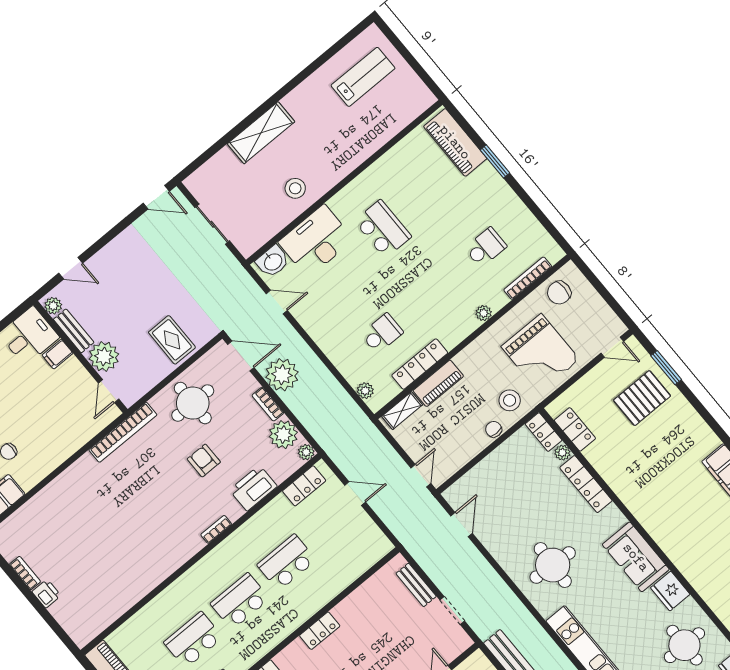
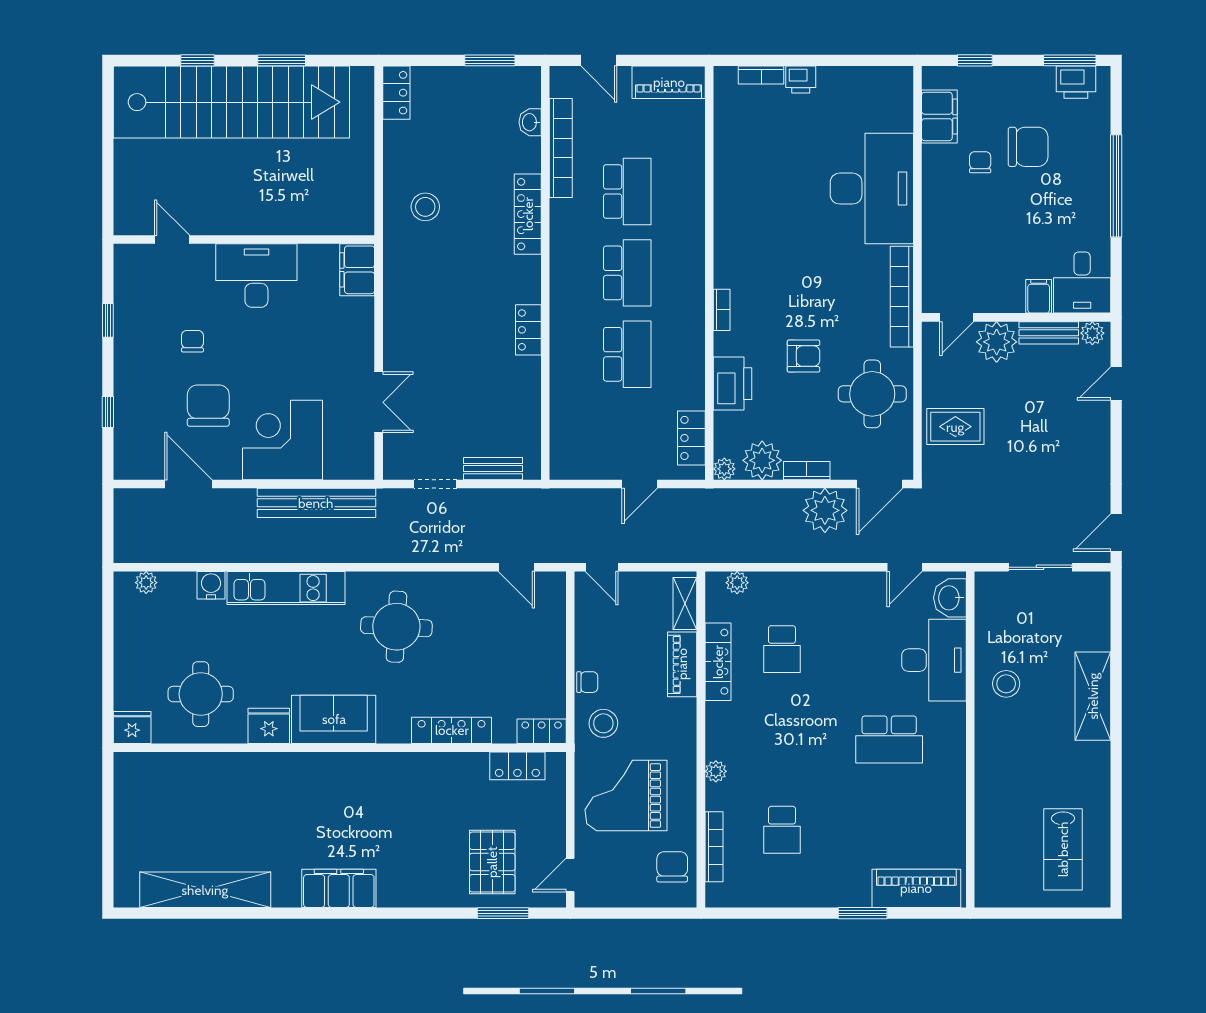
door: (109, 391) -> (957, 317), swing flipped
plant: (562, 453) -> (504, 733), removed
desk: (75, 501) -> (872, 189), added
bookcase: (25, 573) -> (761, 75), moved

